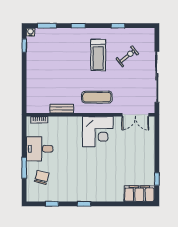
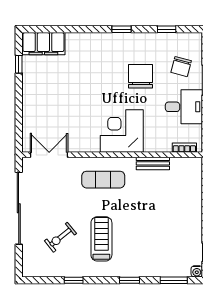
corner desk: (98, 132) -> (122, 131), moved
chair: (70, 170) -> (141, 76), added

